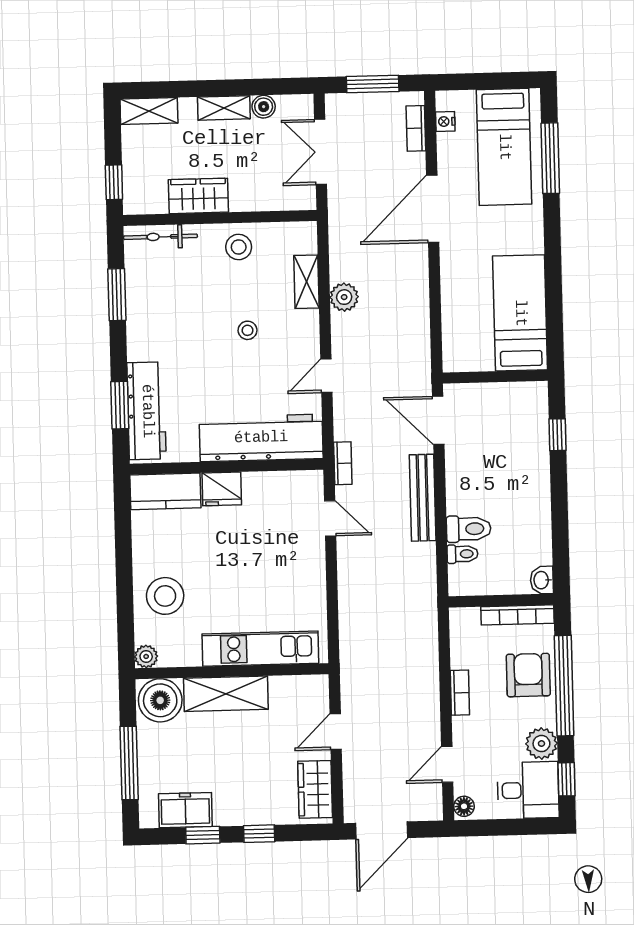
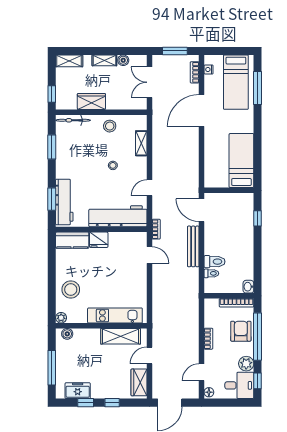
plant: (344, 297) -> (159, 151), removed
shelving: (226, 694) -> (121, 336), moved
boiler: (160, 700) -> (67, 334), width x0.54, depth x0.54

